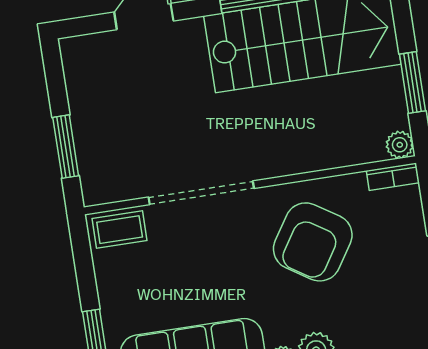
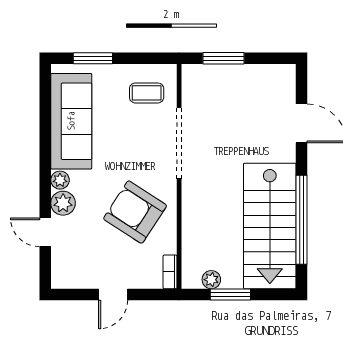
plant: (400, 145) -> (211, 280), moved
coffee table: (120, 230) -> (147, 93), moved, turned 90

